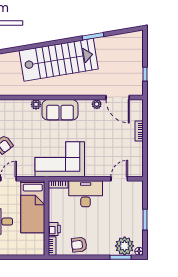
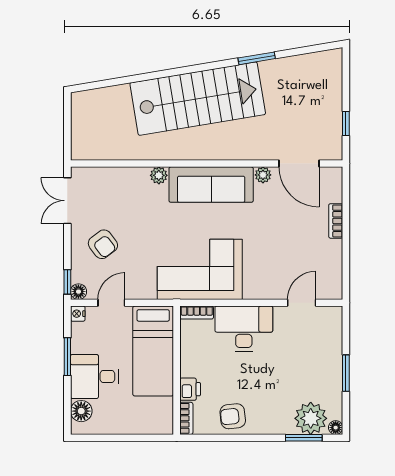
sofa: (60, 110) -> (211, 185), width x1.36

